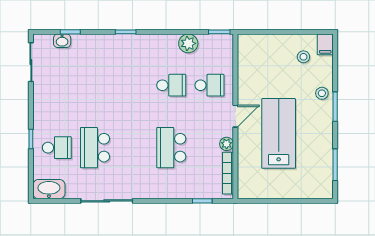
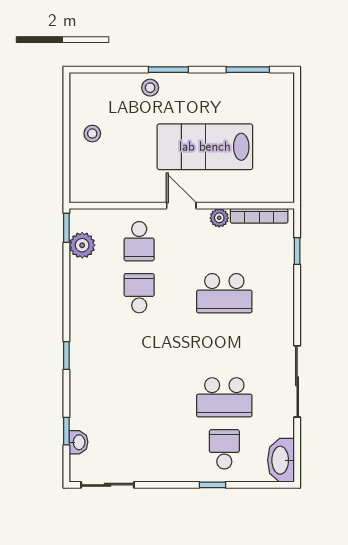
plant: (188, 43) -> (82, 245), moved
filing cabinet: (325, 44) -> (83, 83), removed
stool: (303, 57) -> (92, 134), moved
school desk: (209, 85) -> (139, 241), turned 180

